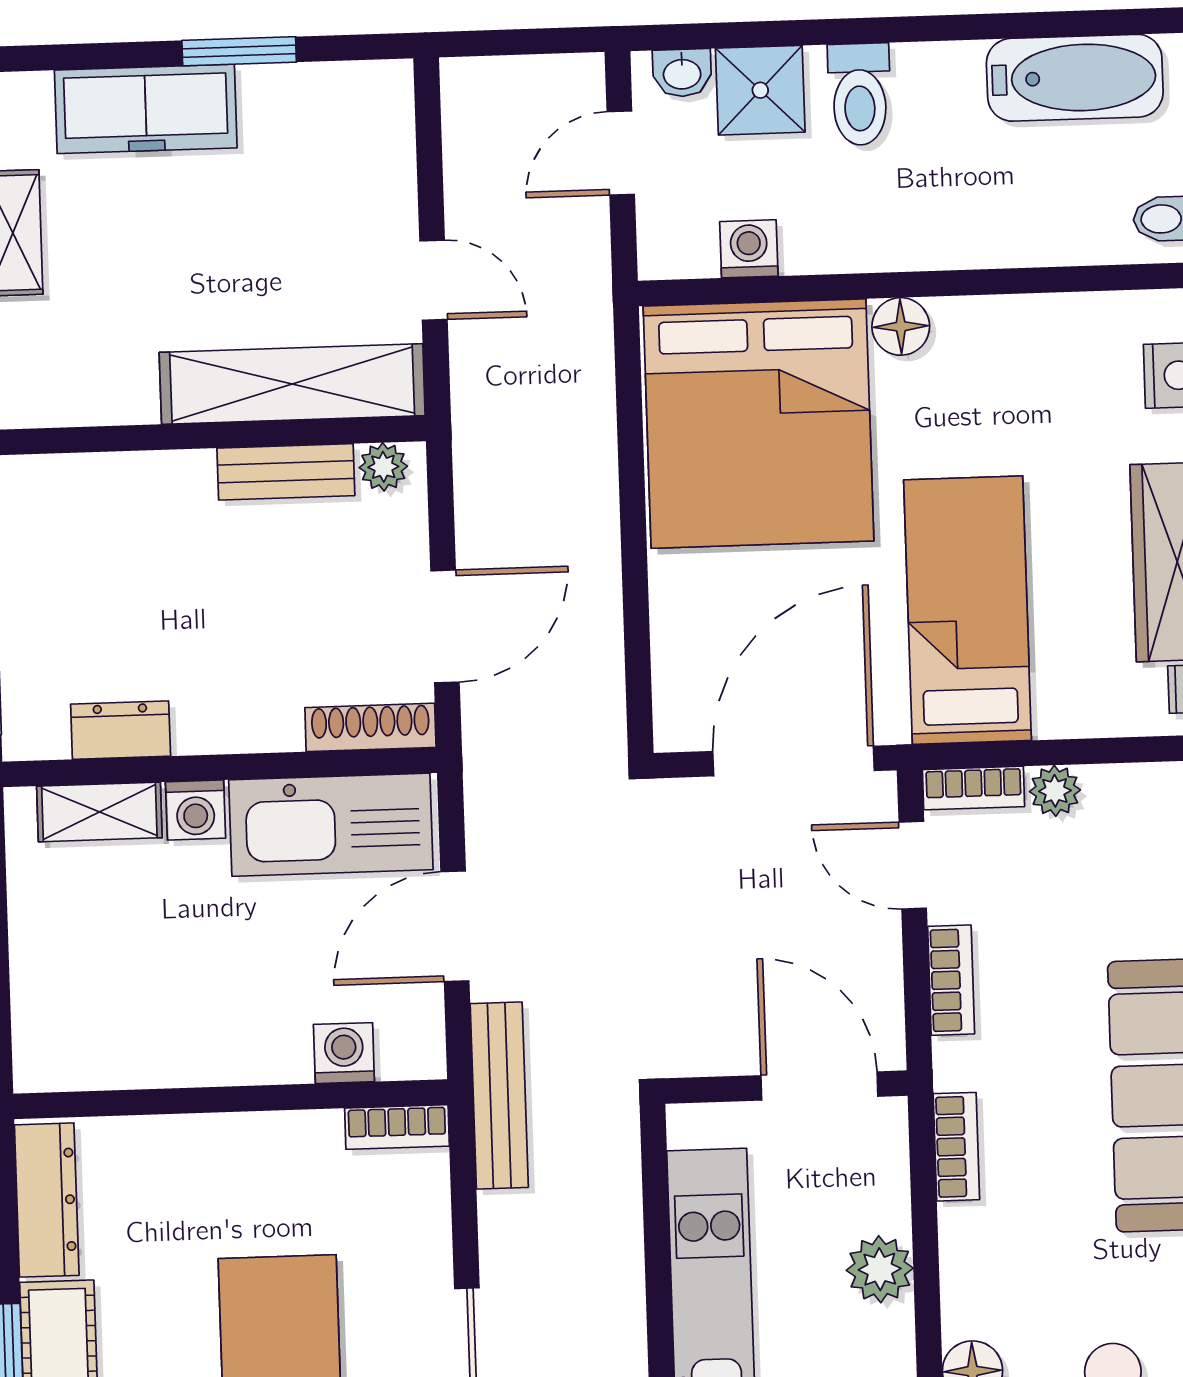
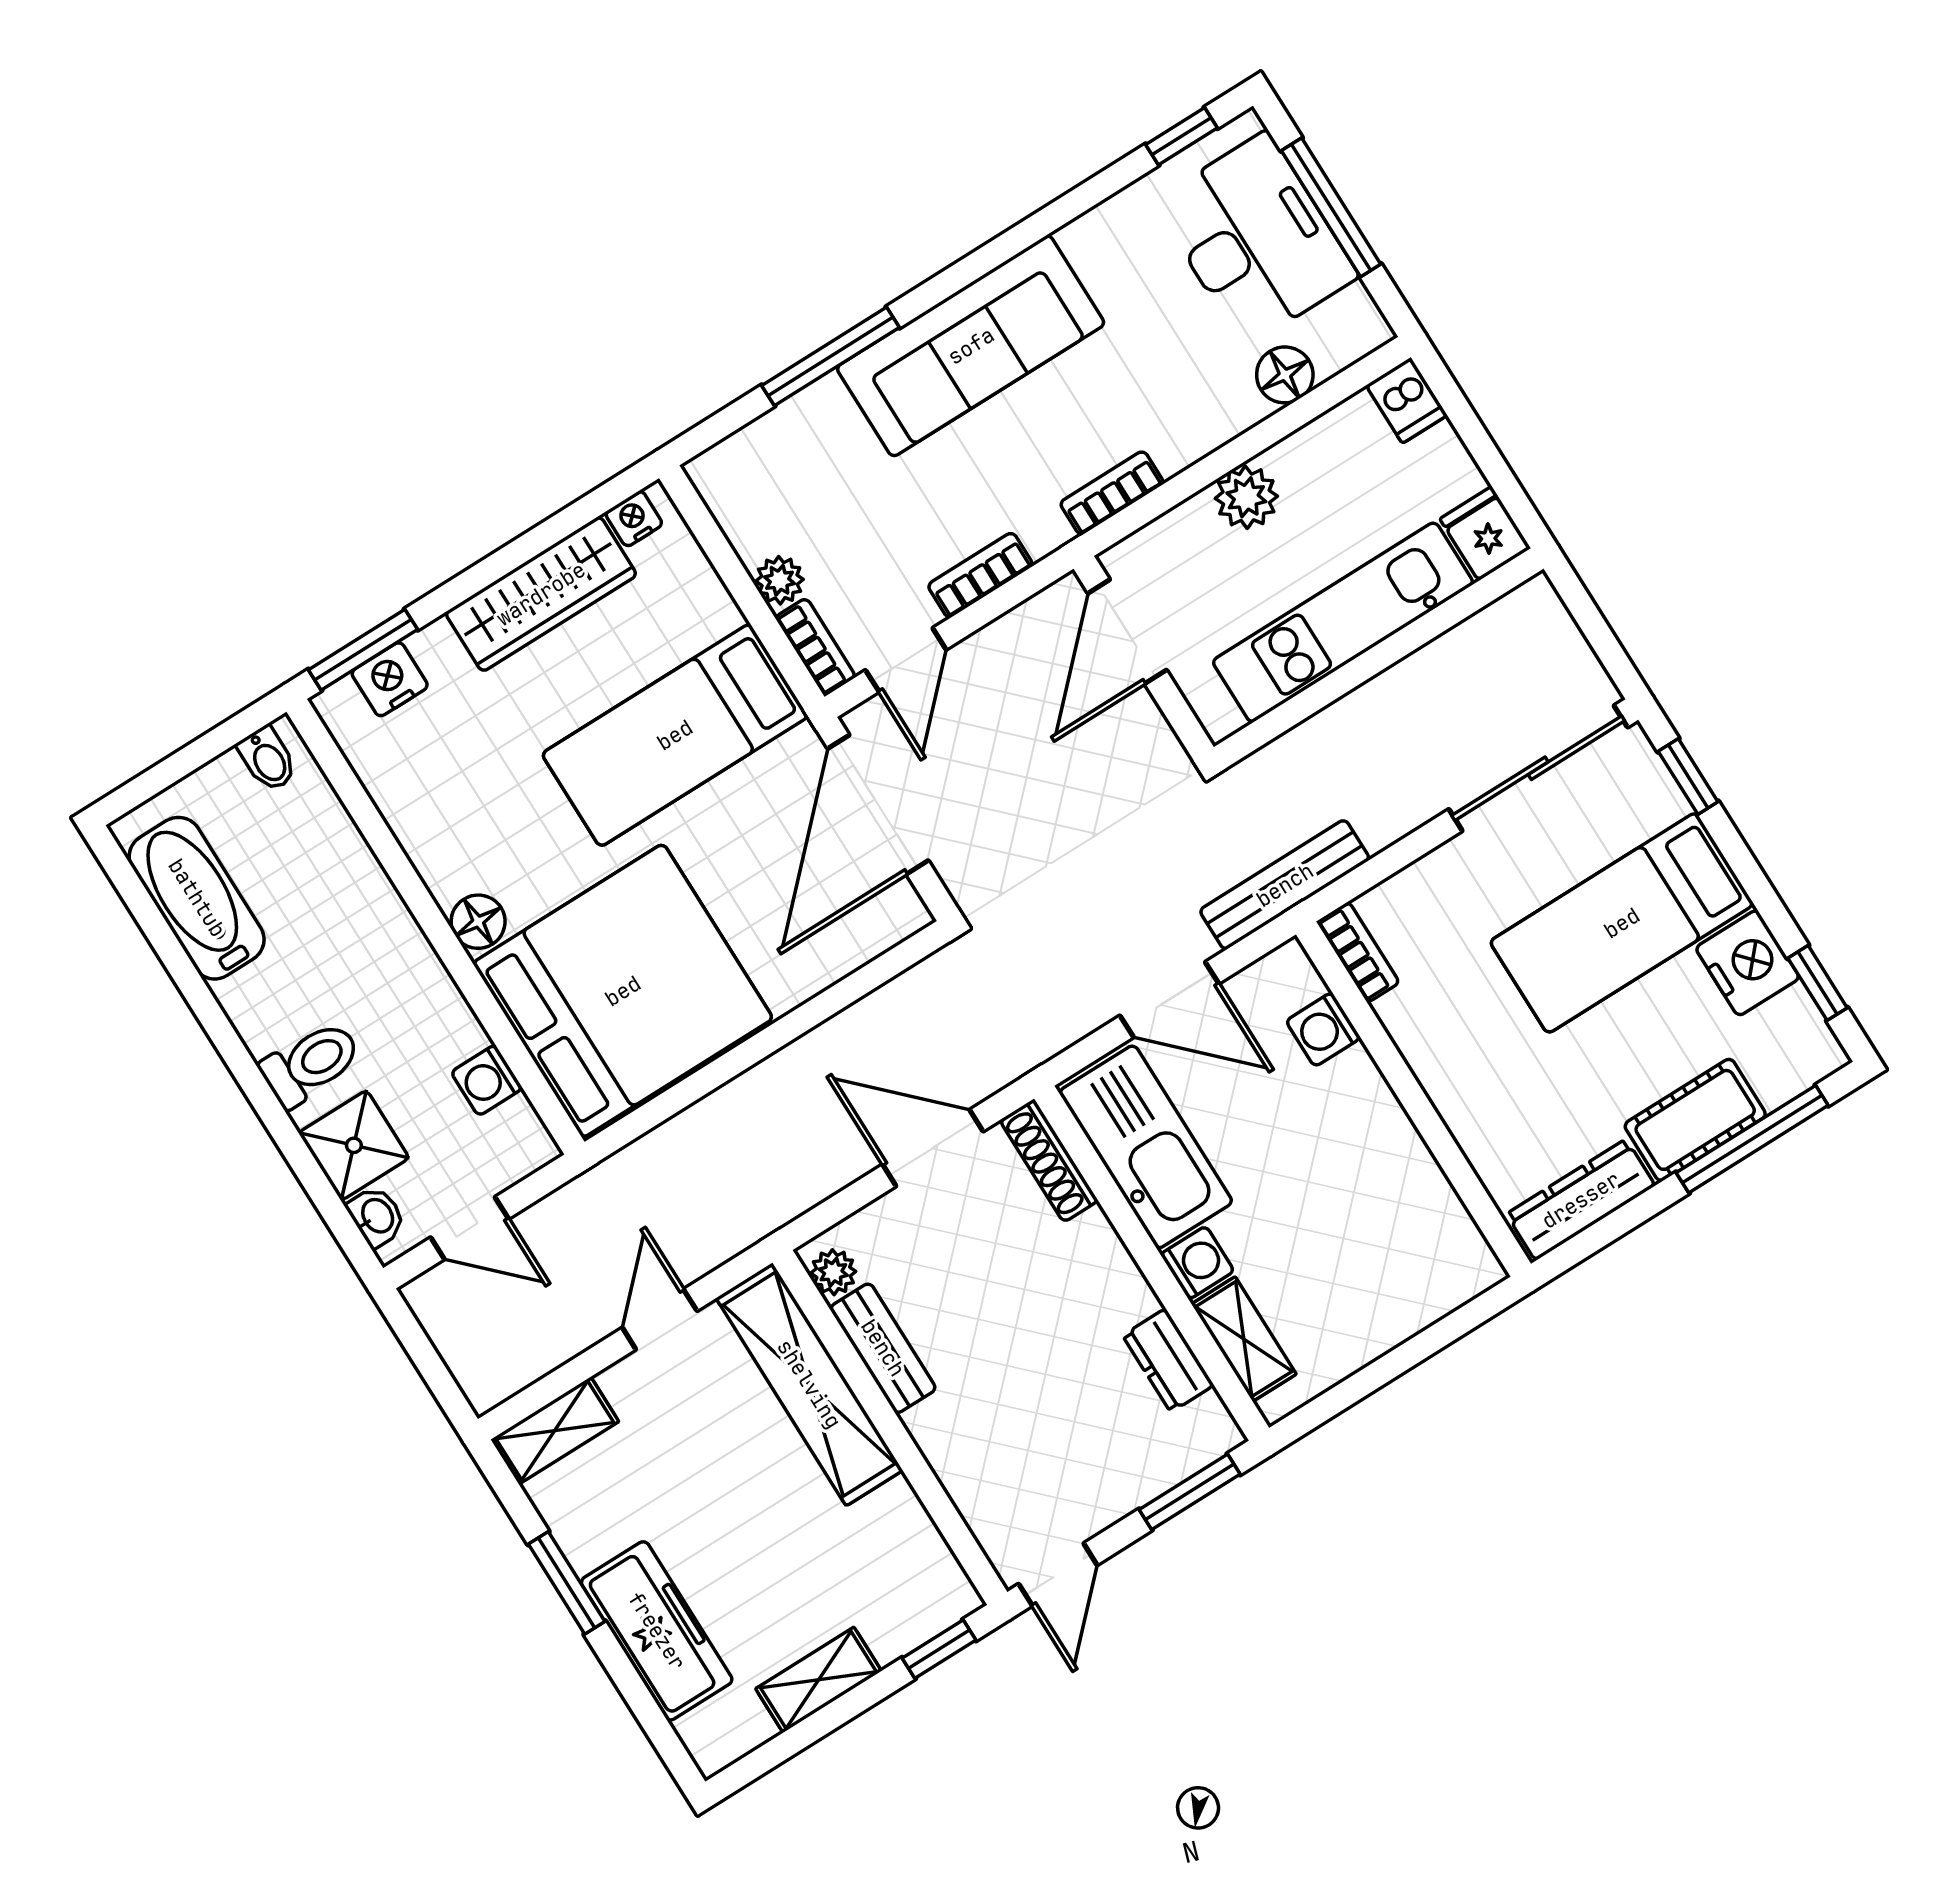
shelving: (387, 123) -> (555, 1431), added
door: (793, 761) -> (878, 805), hinge flipped

